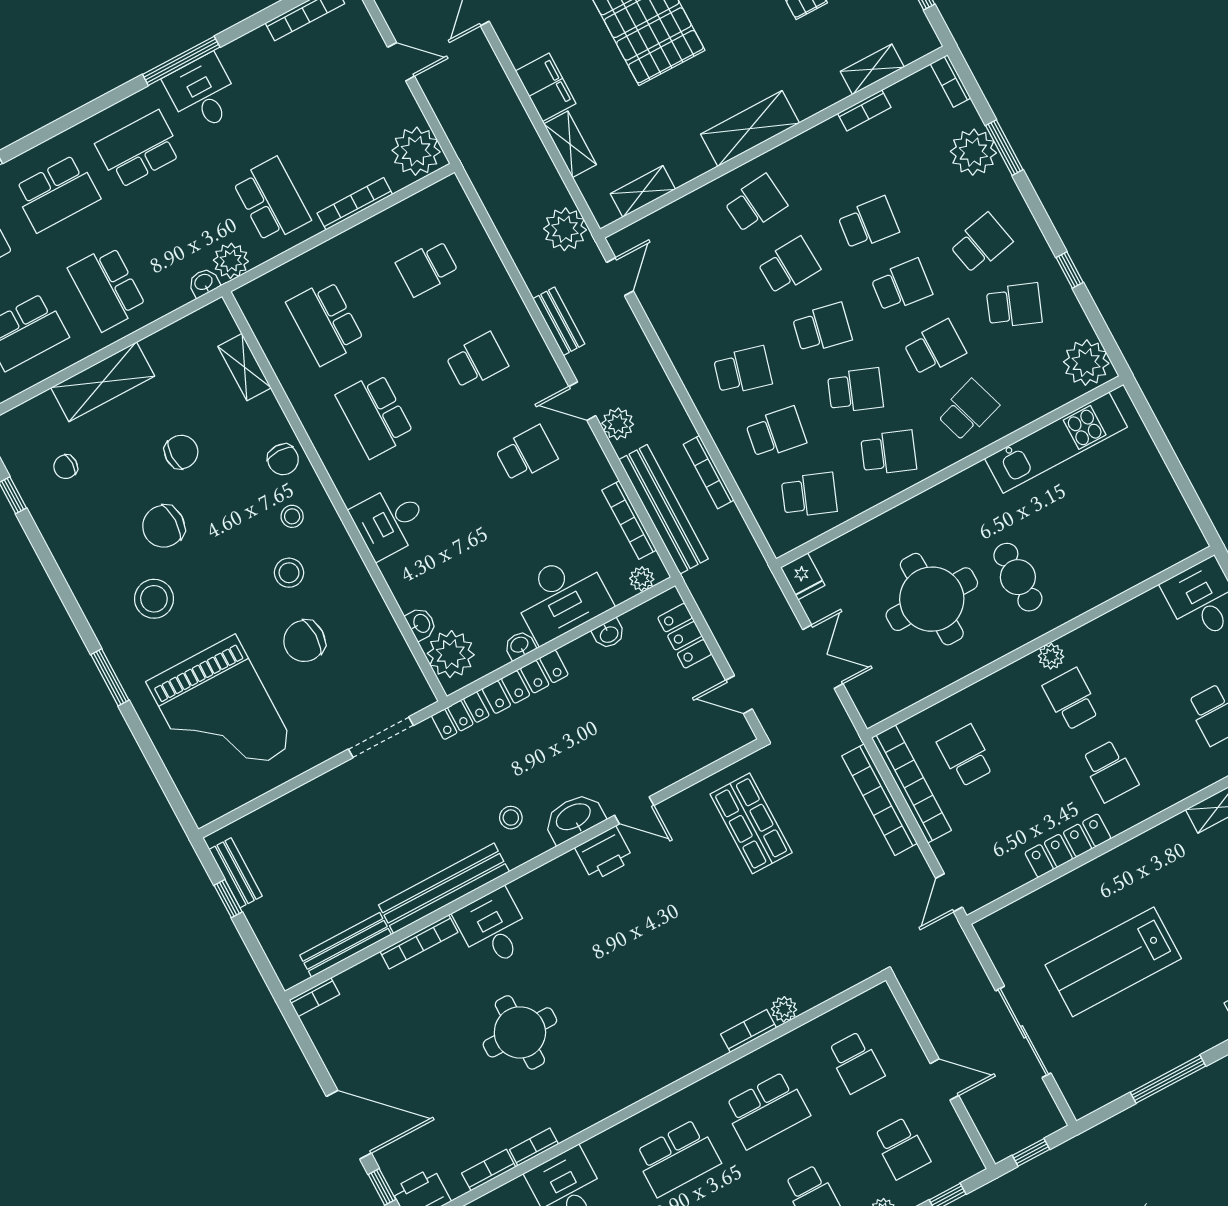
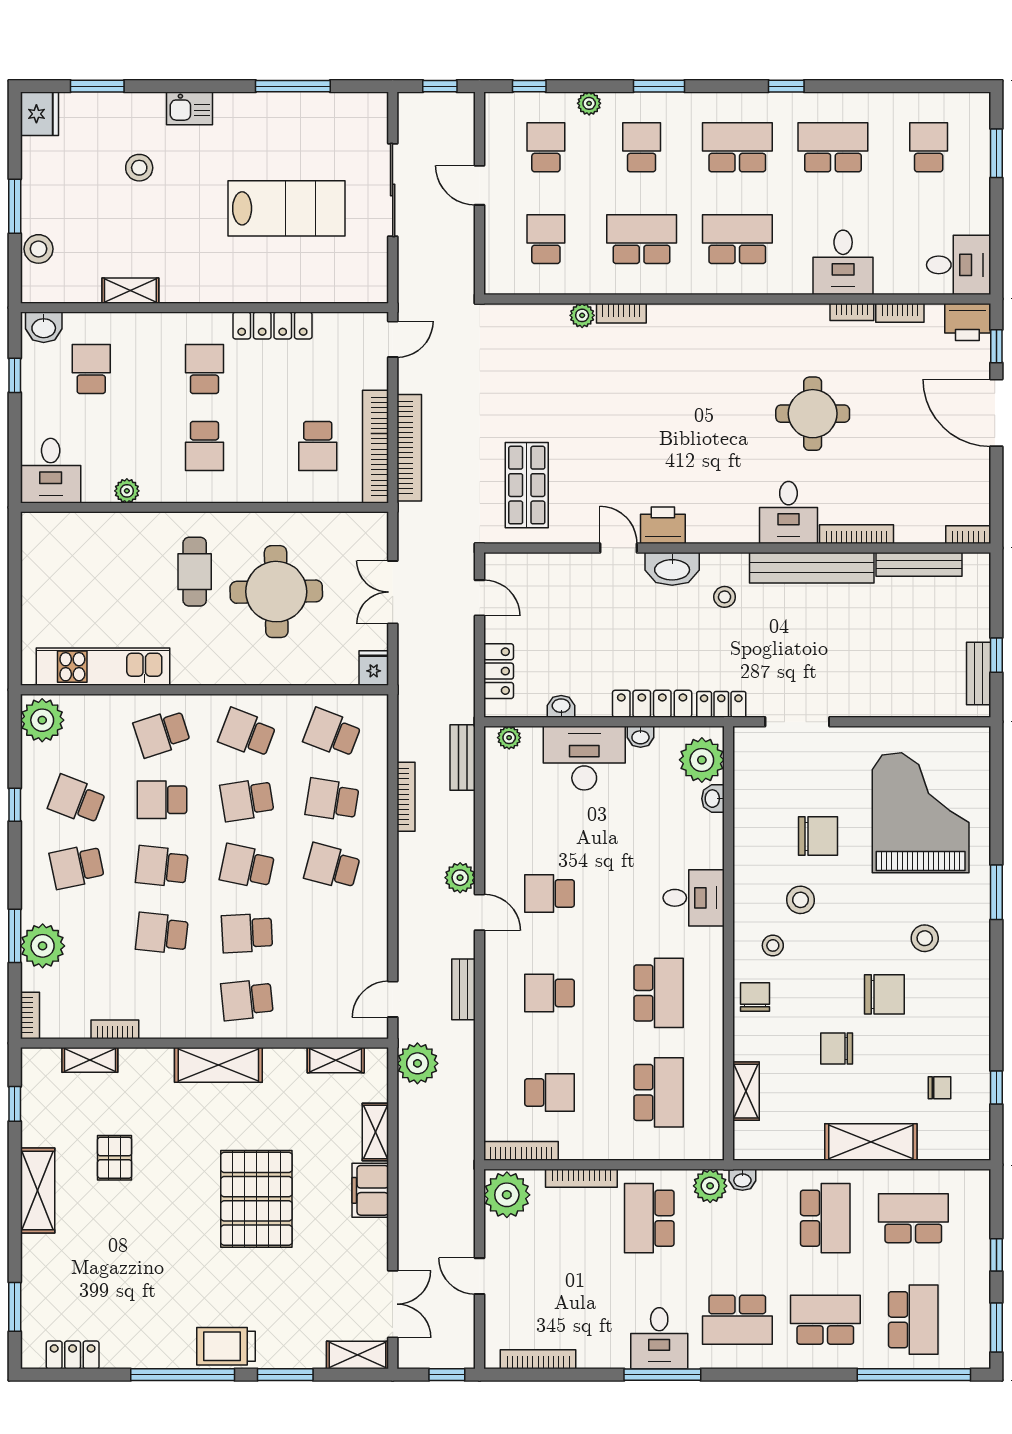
school desk: (855, 390) -> (247, 800), turned -30
bench: (664, 509) -> (463, 758), width x0.54, depth x0.82
bookcase: (629, 520) -> (521, 1151), moved, turned -90
stool: (154, 599) -> (925, 938), width x0.73, depth x0.73
plant: (1051, 656) -> (127, 491), moved

